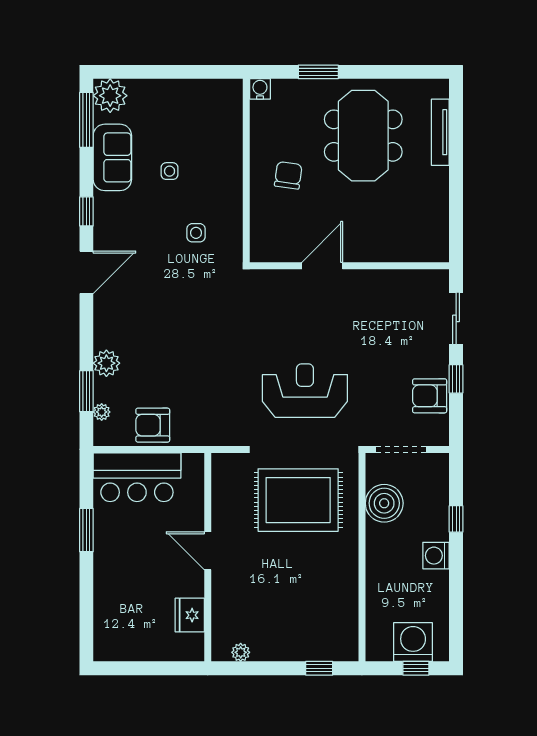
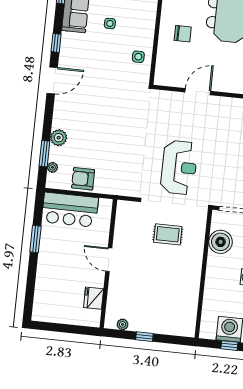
chair: (288, 175) -> (183, 34), turned 82
side table: (196, 233) -> (138, 57), moved
reception desk: (305, 391) -> (179, 167), turned 90
rug: (298, 500) -> (168, 234), width x0.54, depth x0.49
window: (319, 668) -> (144, 337), moved

